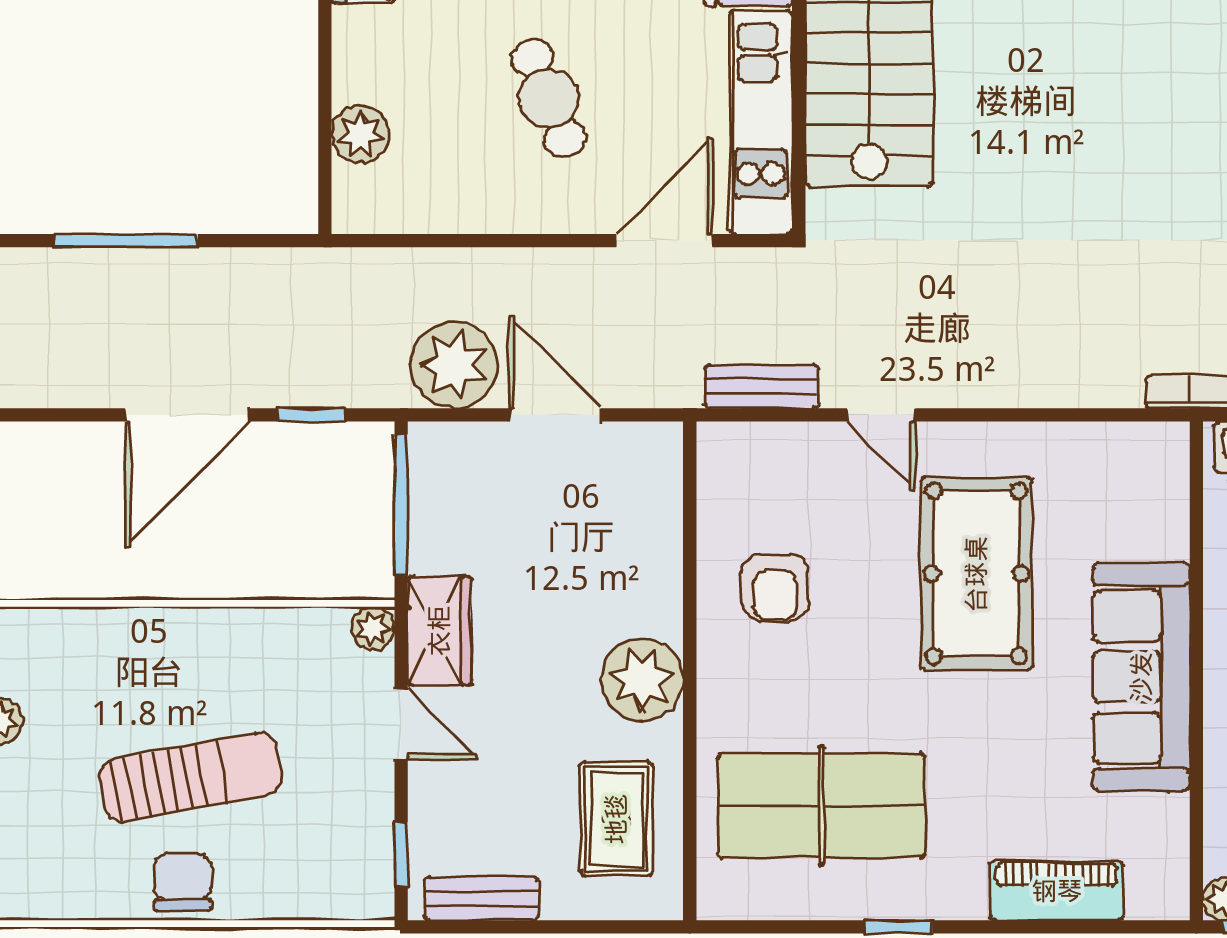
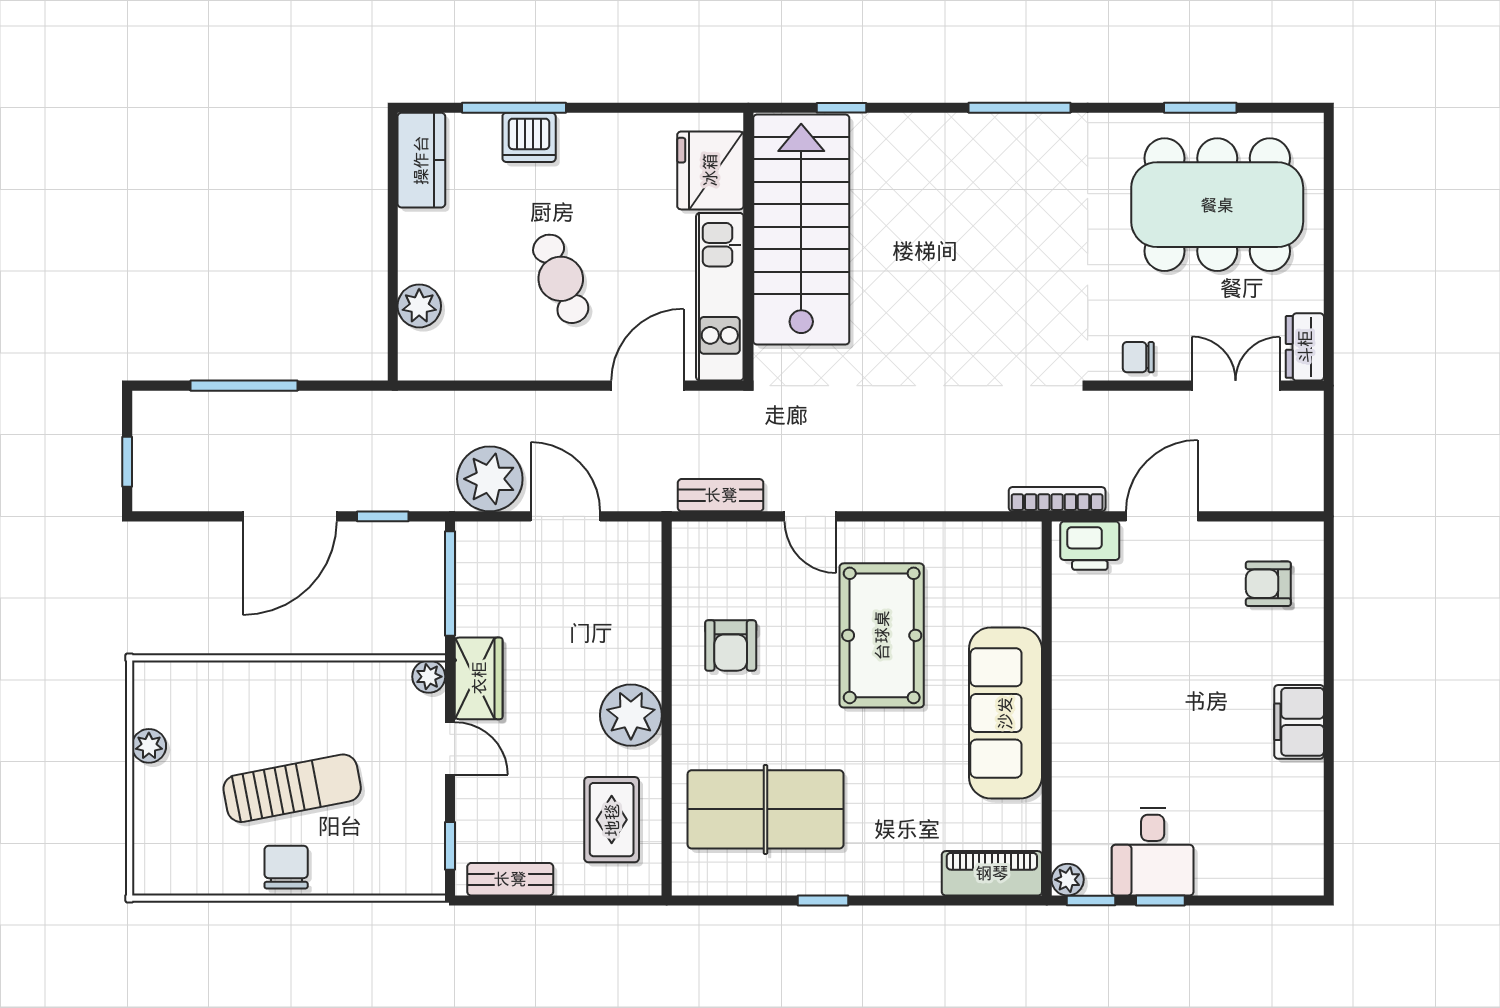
piano: (1057, 891) -> (992, 873), moved

